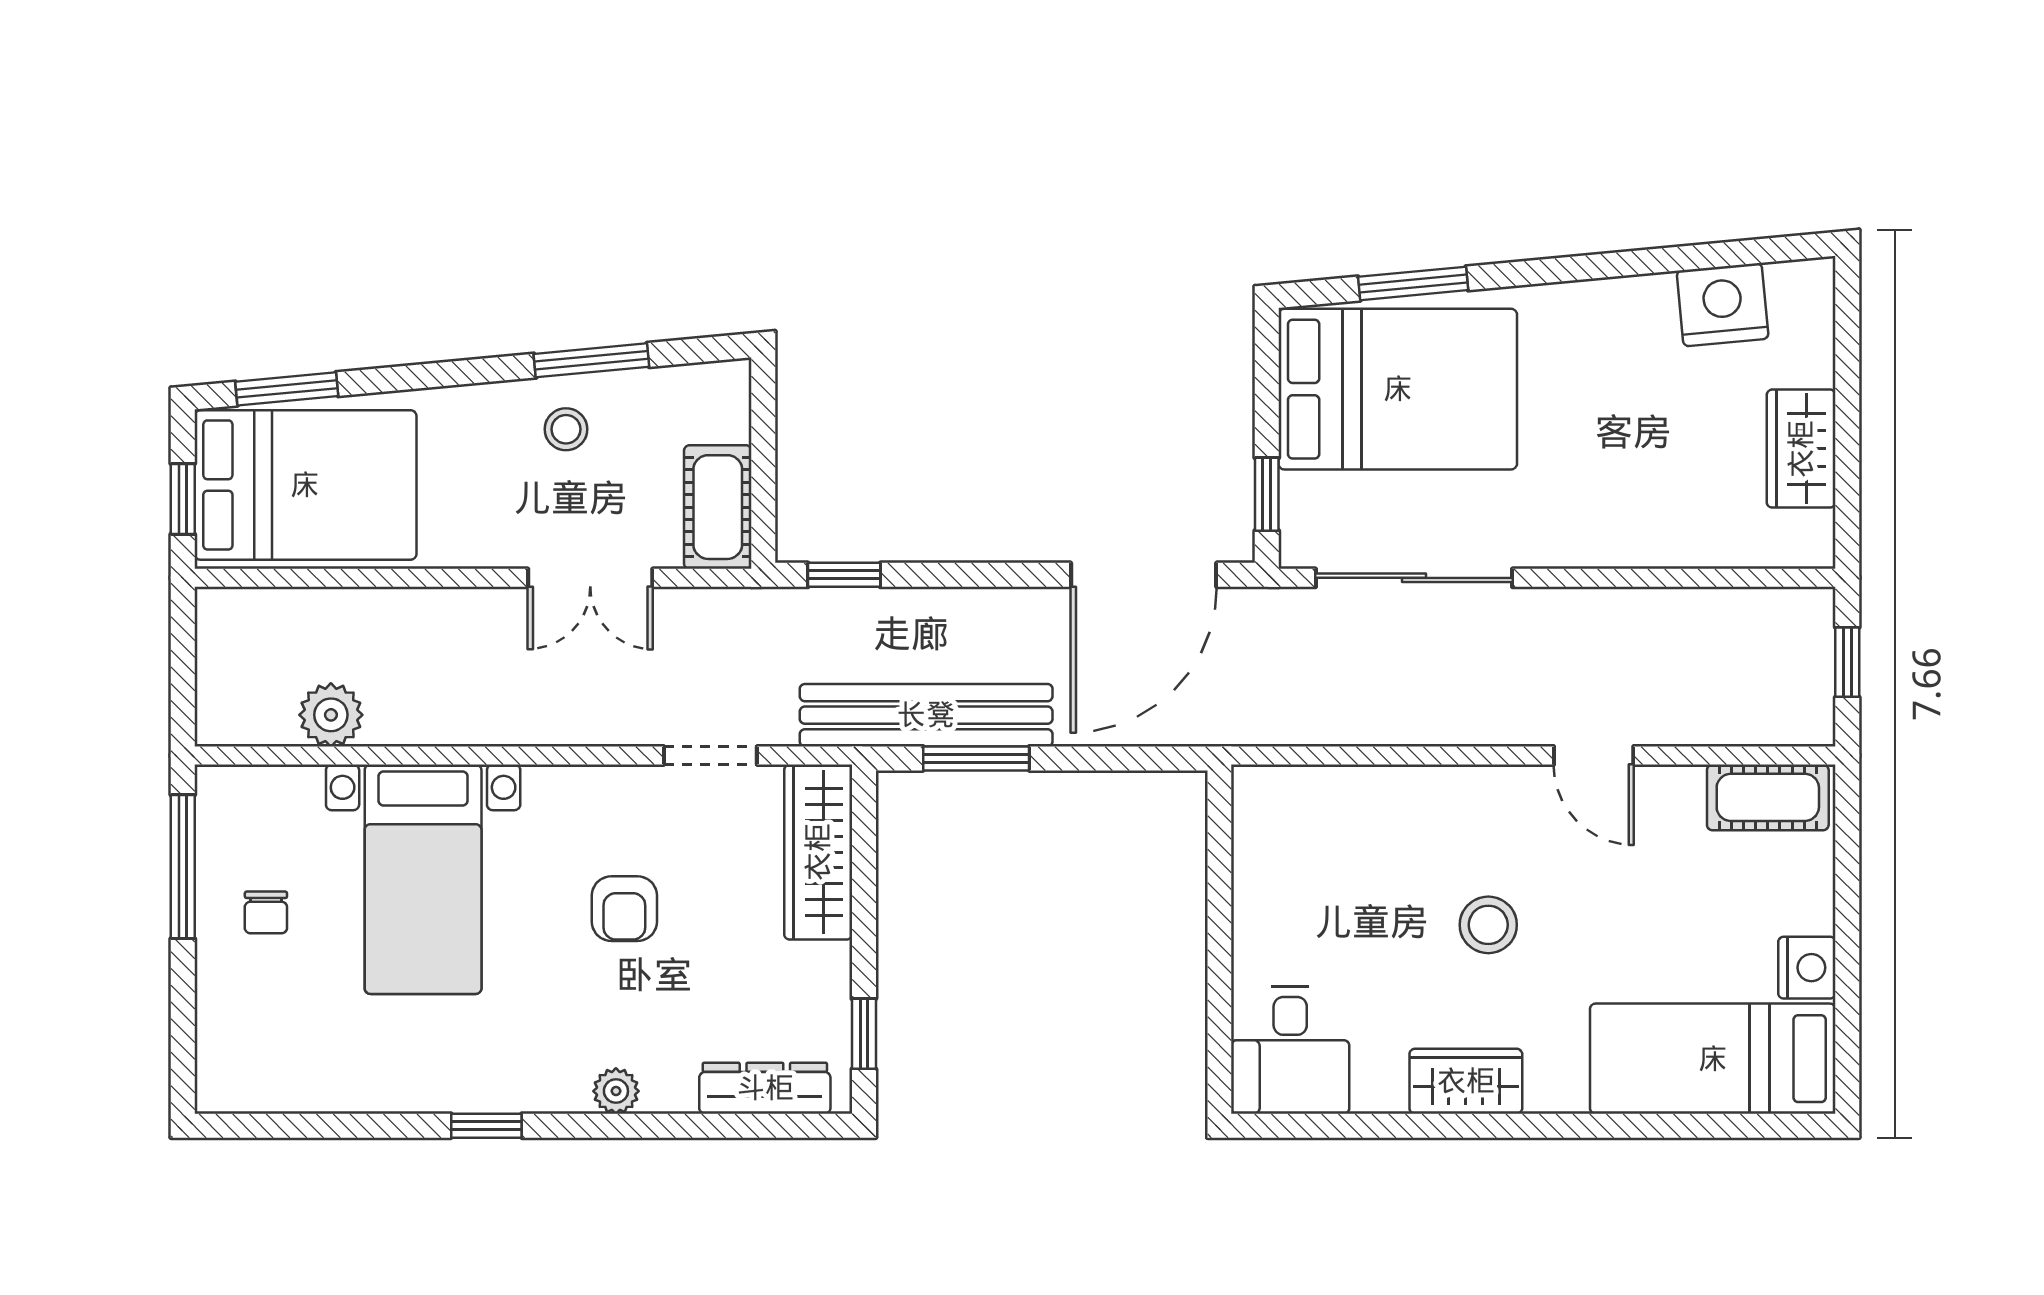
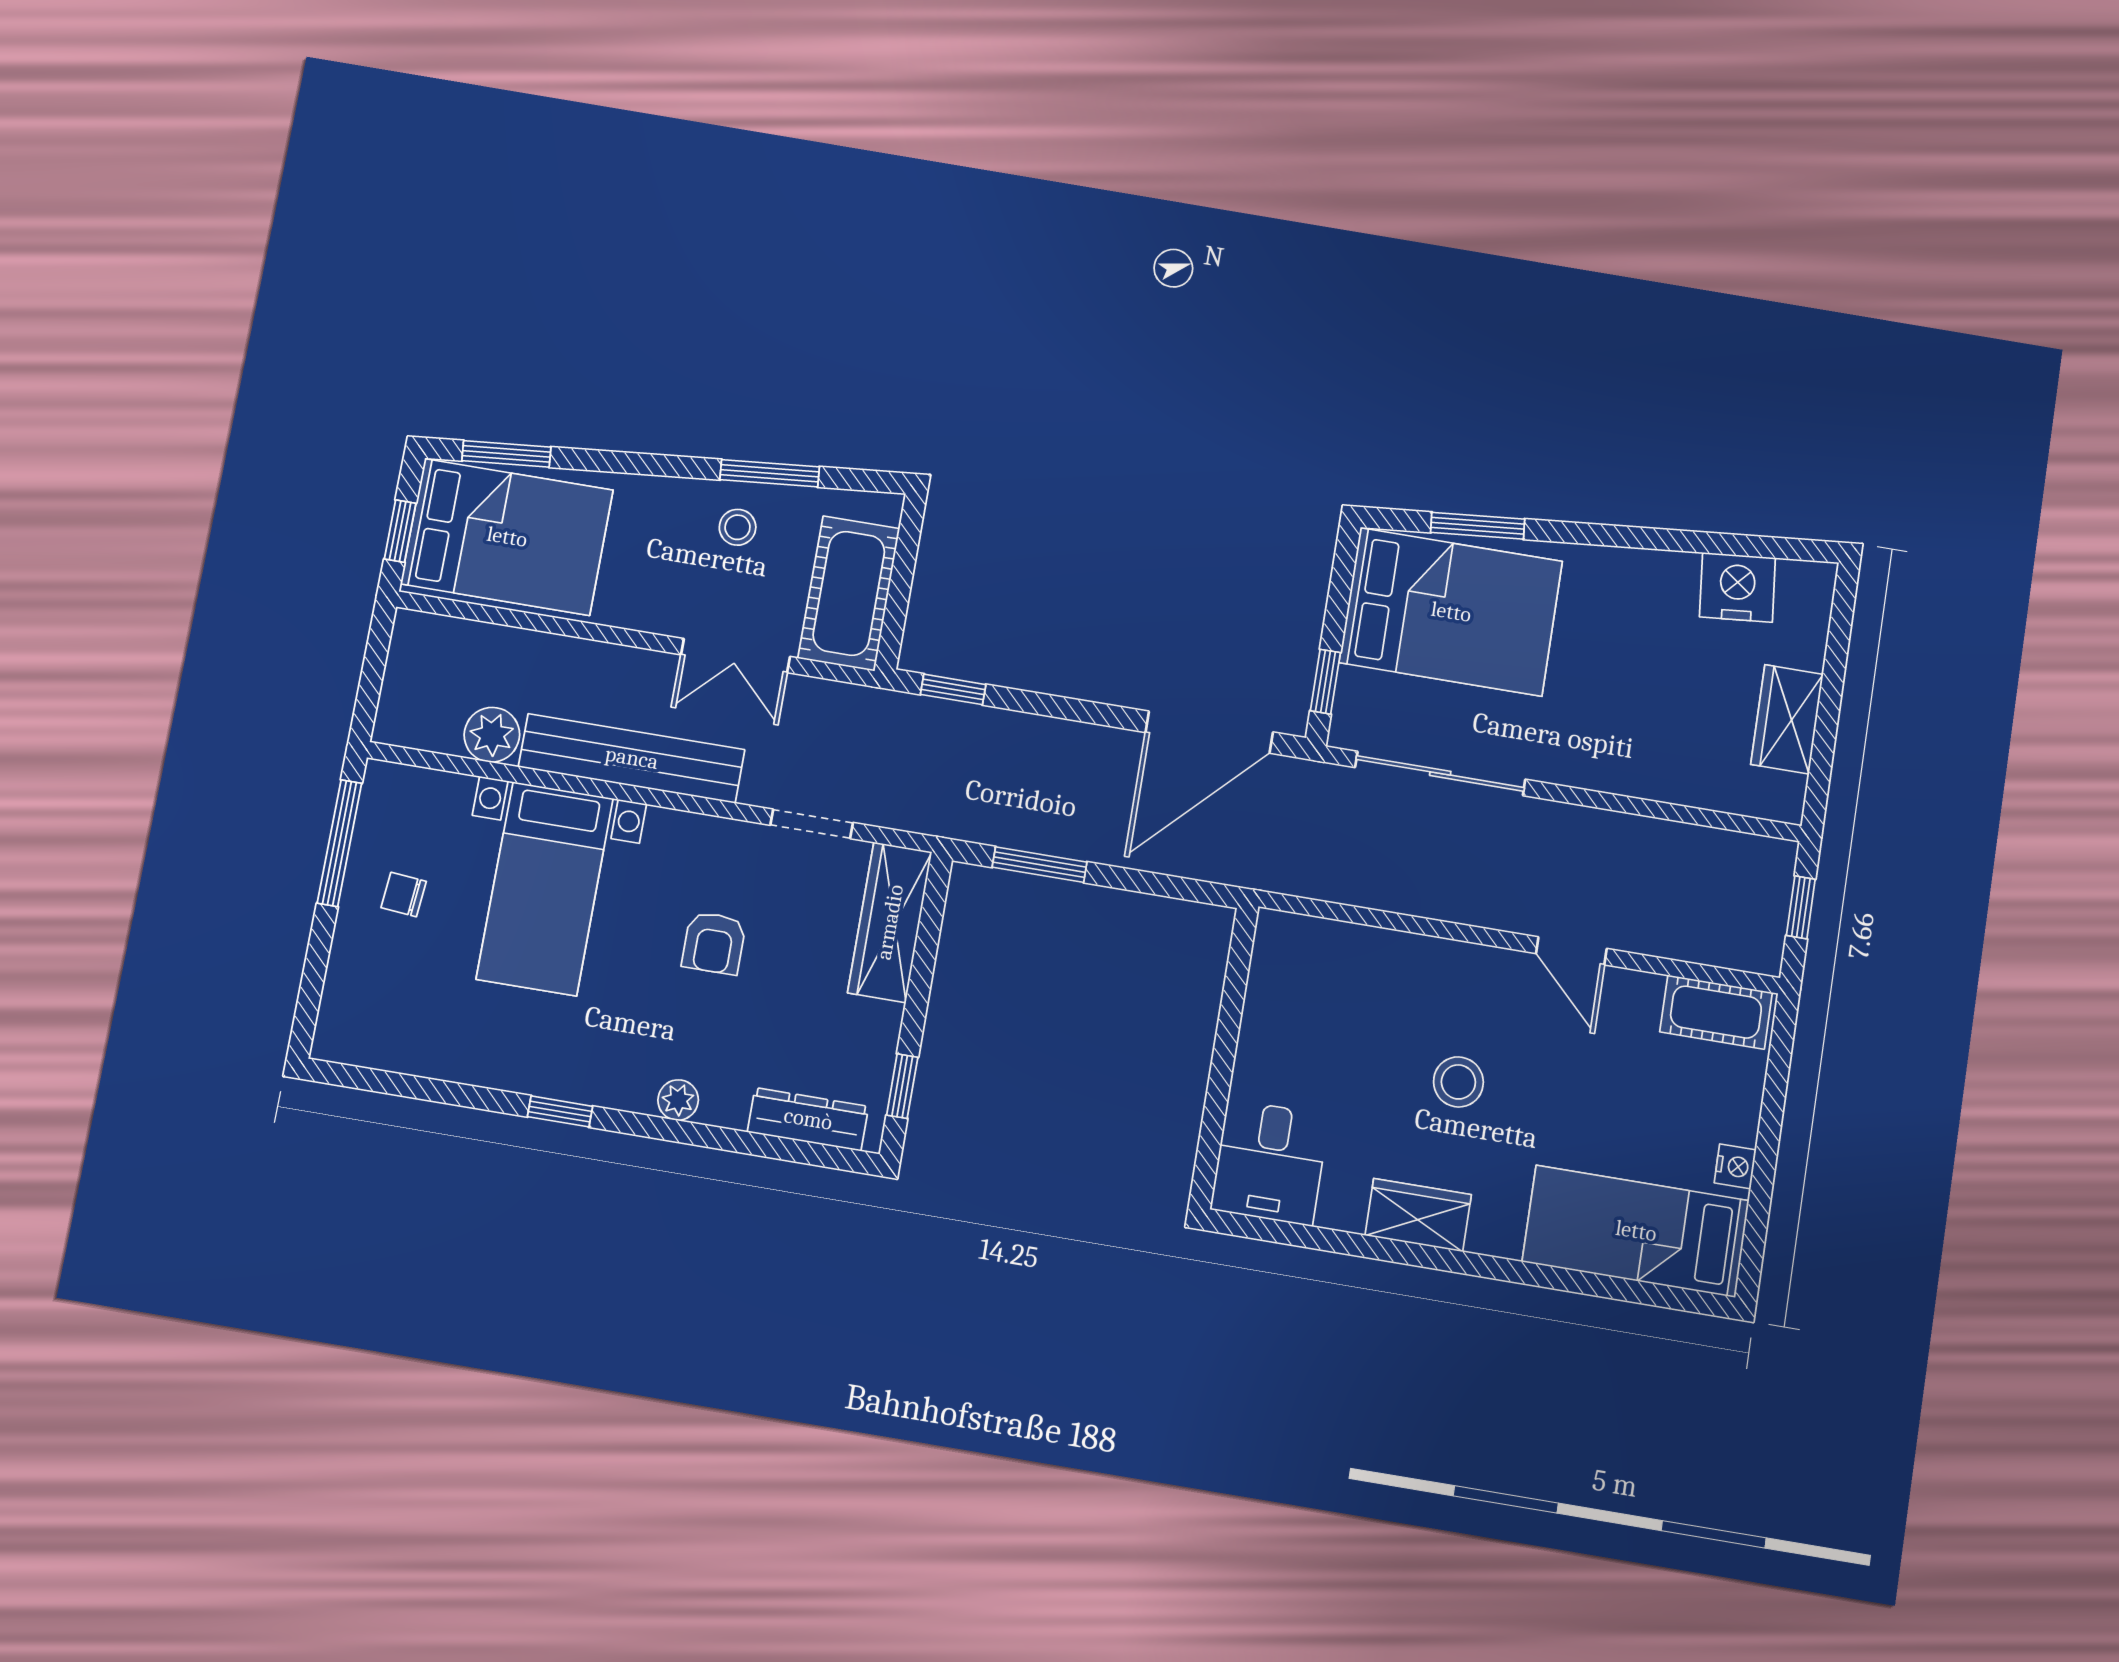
cot: (718, 507) -> (849, 593), width x1.37, depth x1.34
bench: (926, 715) -> (632, 758), moved
chair: (266, 912) -> (404, 895), turned 95
nightstand: (1807, 968) -> (1735, 1166), width x0.72, depth x0.74

